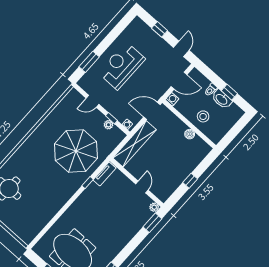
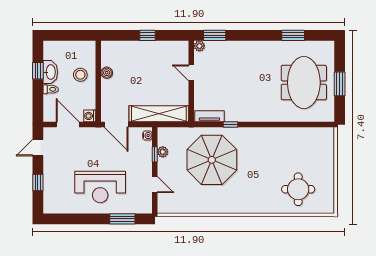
door: (142, 187) -> (191, 73), hinge flipped

